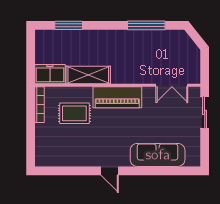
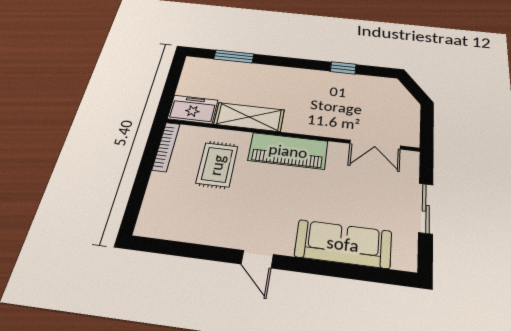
window: (146, 25) -> (343, 68), width x0.46
sliding door: (205, 112) -> (426, 208), moved
rug: (74, 113) -> (217, 165), turned 90

